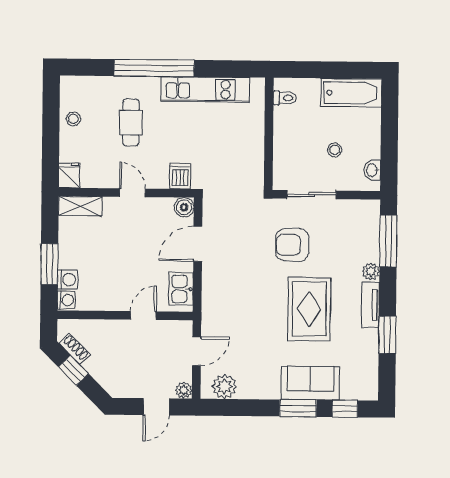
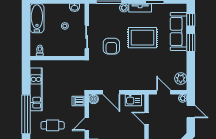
sofa: (310, 383) -> (179, 31), width x1.36

